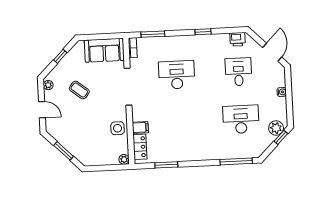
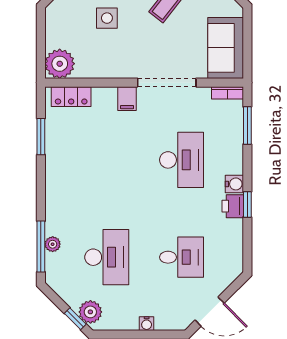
printer: (238, 39) -> (233, 206), moved
water cooler: (190, 41) -> (234, 184), added
filing cabinet: (140, 127) -> (127, 99), moved
side table: (118, 128) -> (107, 18), moved
plant: (234, 154) -> (53, 244), added
plant: (124, 159) -> (60, 64), width x1.87, depth x1.87

